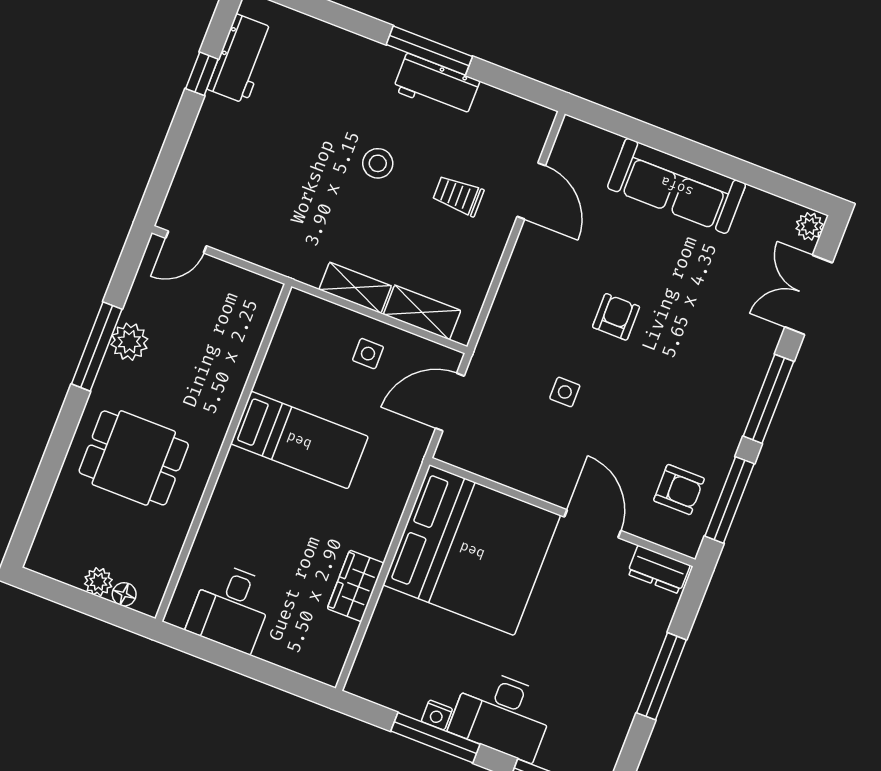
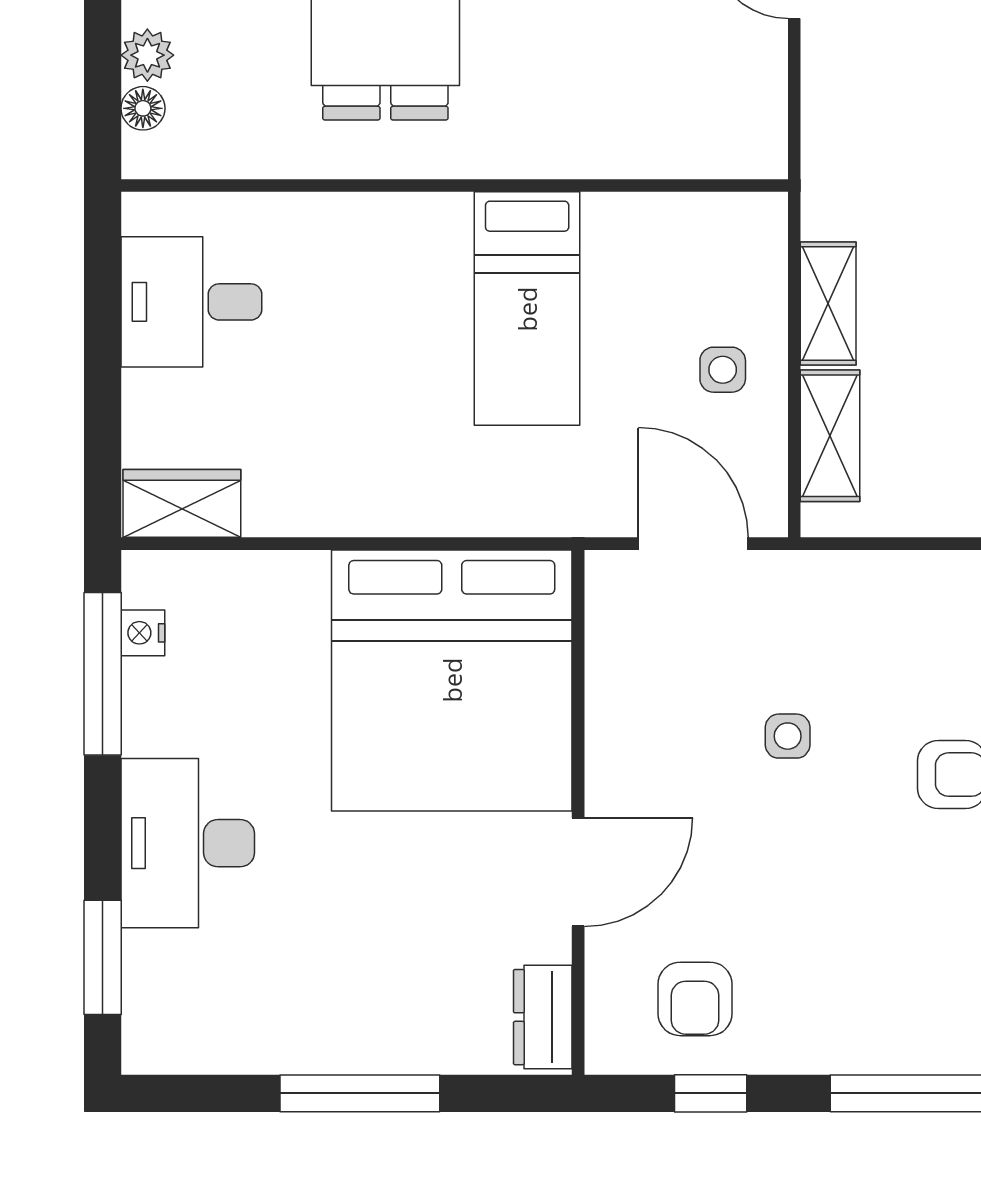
window: (729, 500) -> (711, 1093), width x0.46
wardrobe: (356, 586) -> (182, 503), moved
nightstand: (437, 715) -> (143, 633), moved
window: (435, 738) -> (103, 674), moved

